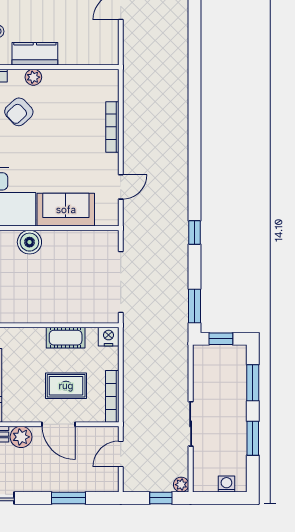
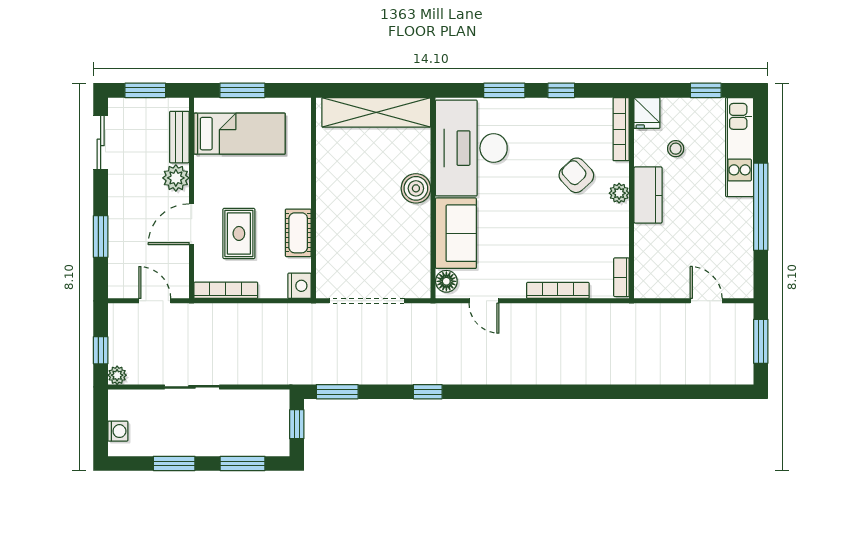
bookcase: (102, 75) -> (621, 277), added
floor lamp: (105, 217) -> (446, 281), added

